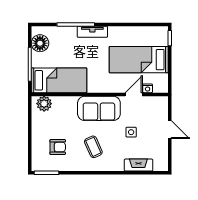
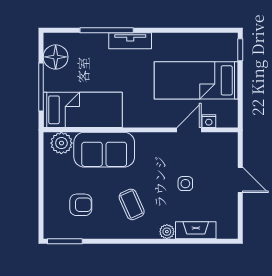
sofa: (99, 108) -> (104, 150), moved
plant: (118, 166) -> (167, 232), added

